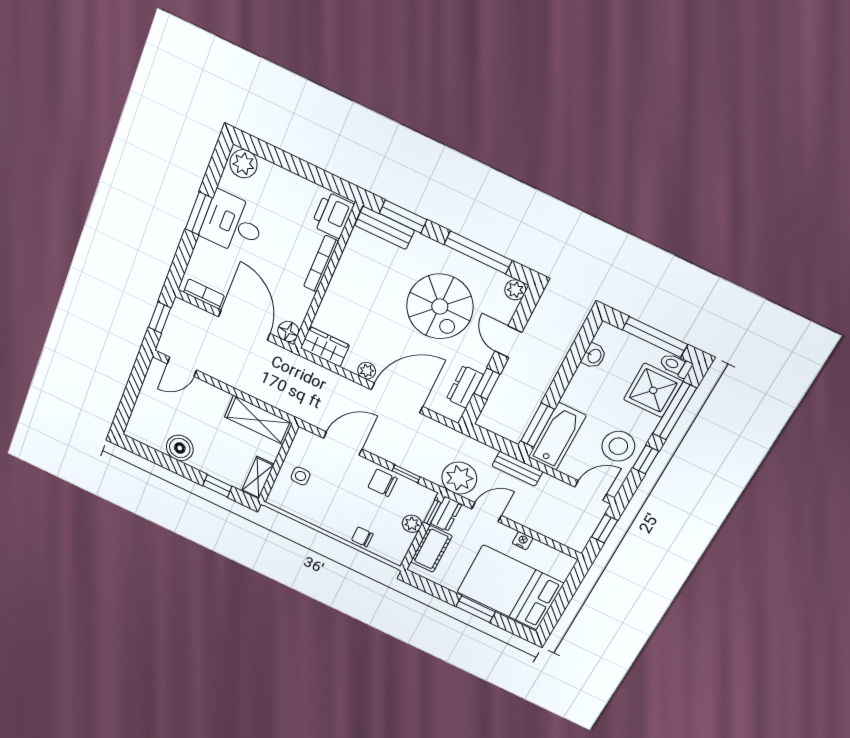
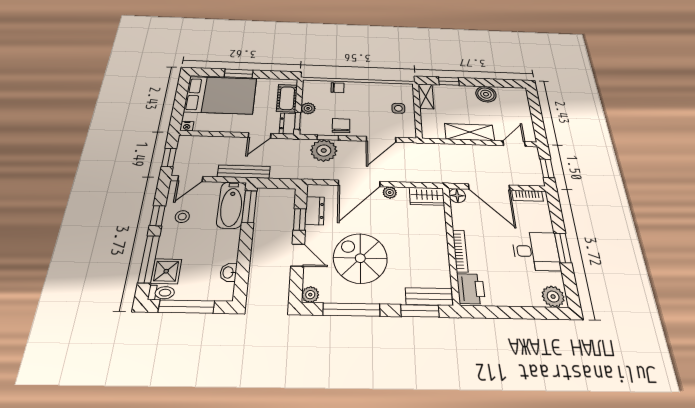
shower: (653, 390) -> (166, 271), width x0.73, depth x0.73
shelving: (258, 420) -> (469, 132), moved
stool: (618, 446) -> (182, 217), width x0.53, depth x0.53
bench: (517, 469) -> (244, 172), width x1.36
plant: (459, 478) -> (324, 151), moved
chair: (383, 483) -> (341, 126), turned -90
nightstand: (523, 541) -> (187, 126), moved

